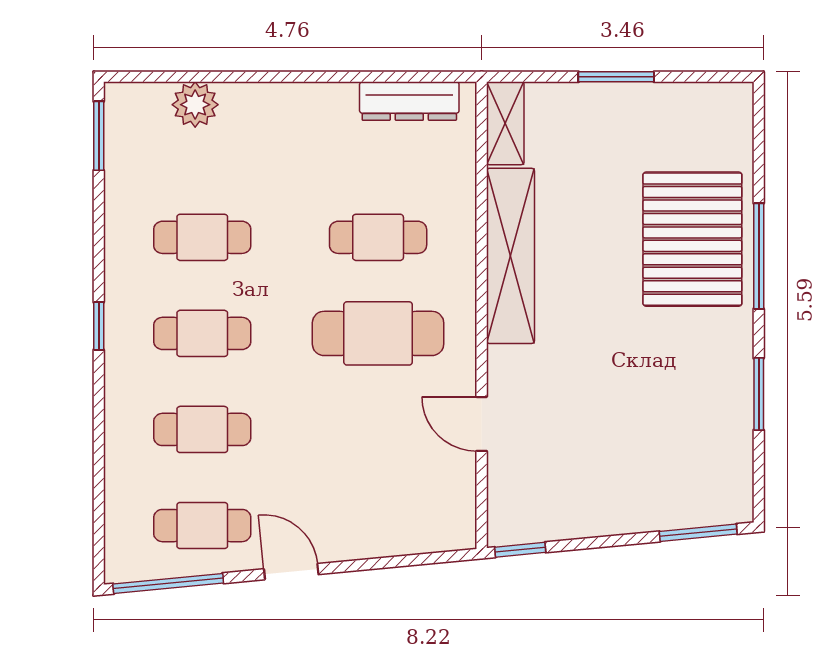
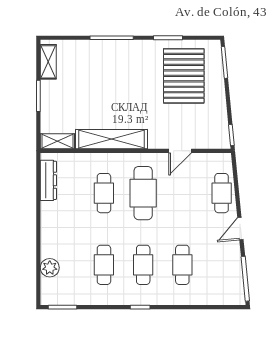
shelving: (700, 101) -> (48, 62), added
pallet: (692, 239) -> (184, 76), moved, turned 90
cafe table: (202, 526) -> (222, 193), moved

